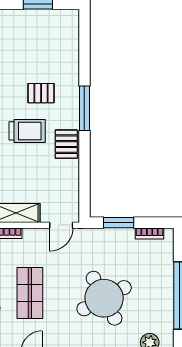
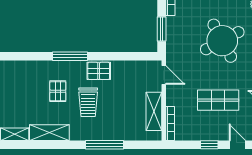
trolley: (27, 131) -> (88, 102), turned 180

